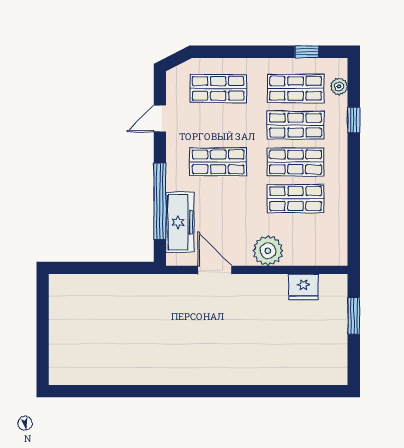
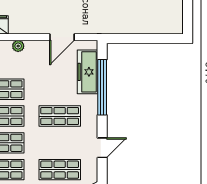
plant: (268, 251) -> (18, 46), width x0.53, depth x0.53
door: (215, 270) -> (62, 37), hinge flipped

